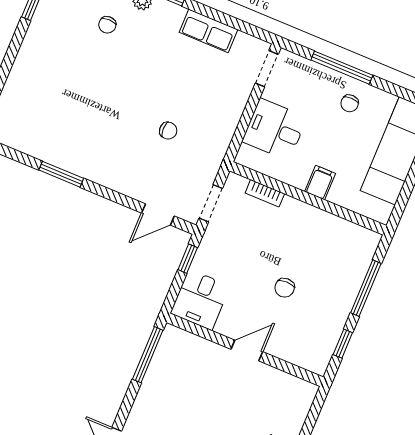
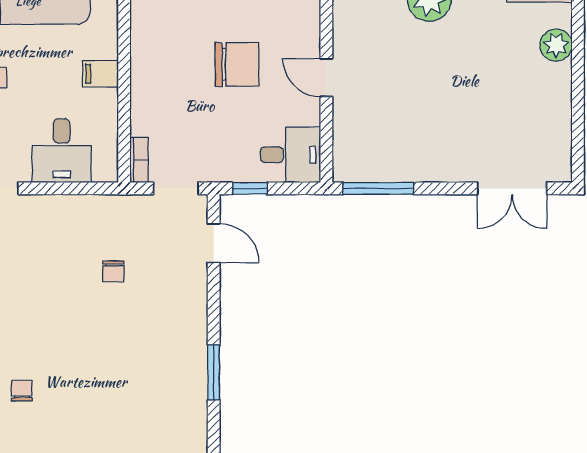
chair: (107, 25) -> (22, 391), turned -90
chair: (168, 131) -> (113, 271), turned 180
bookcase: (265, 193) -> (139, 160), moved
chair: (285, 288) -> (237, 64), width x1.87, depth x1.87

